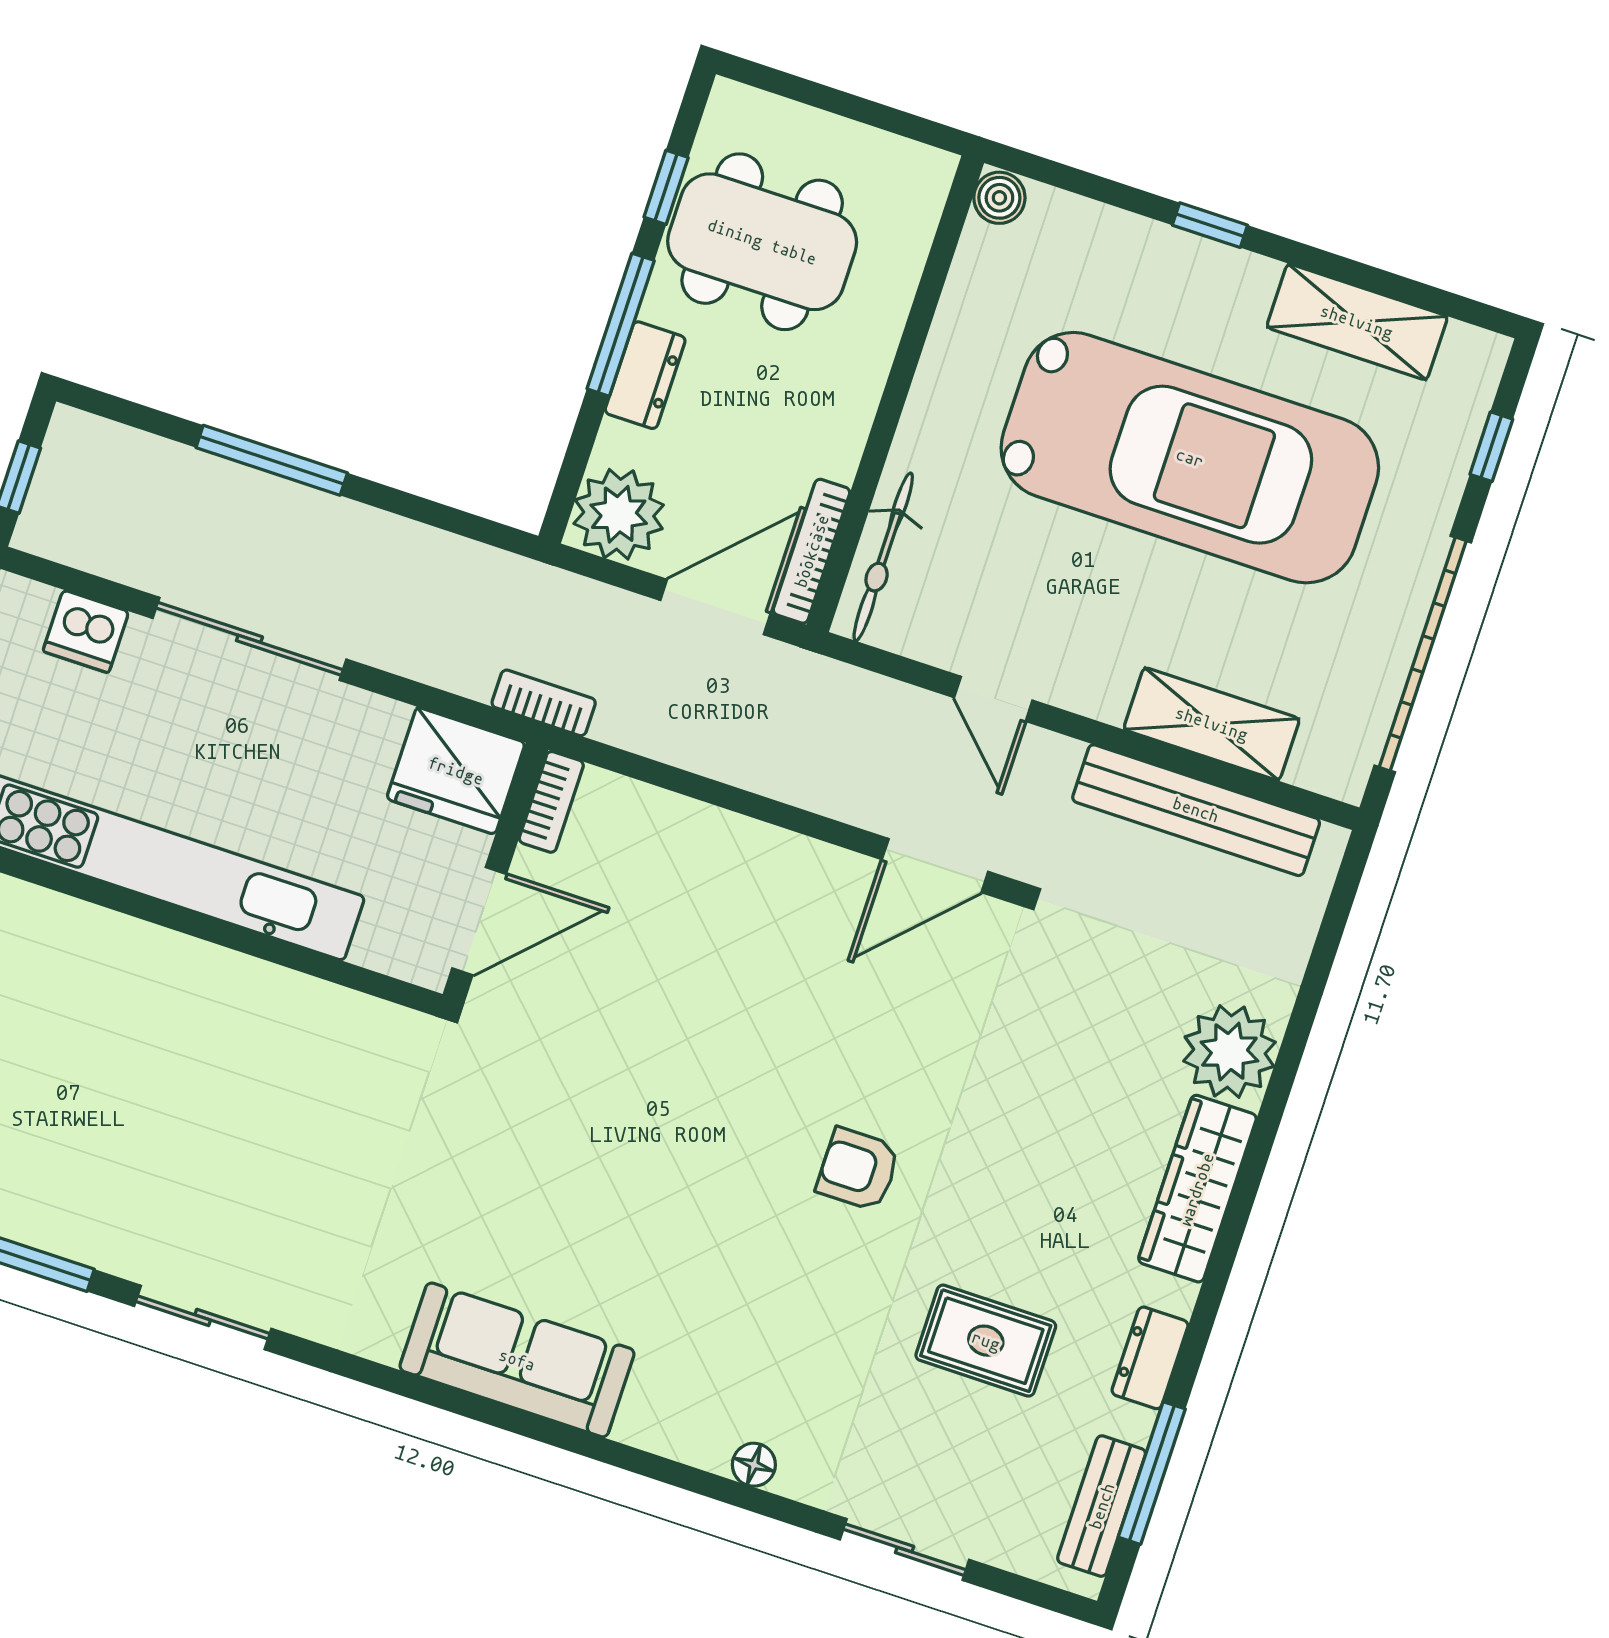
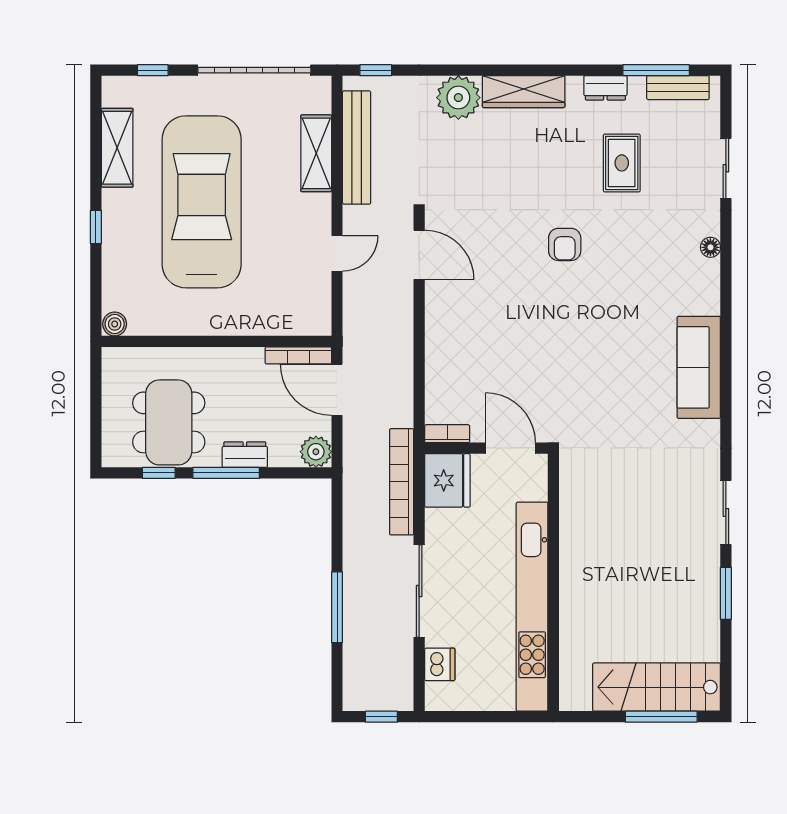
plant: (619, 514) -> (316, 452), width x0.73, depth x0.73
bicycle: (883, 557) -> (290, 323), removed
bookcase: (544, 703) -> (402, 482), width x2.31, depth x1.31
window: (1341, 901) -> (376, 70), added

